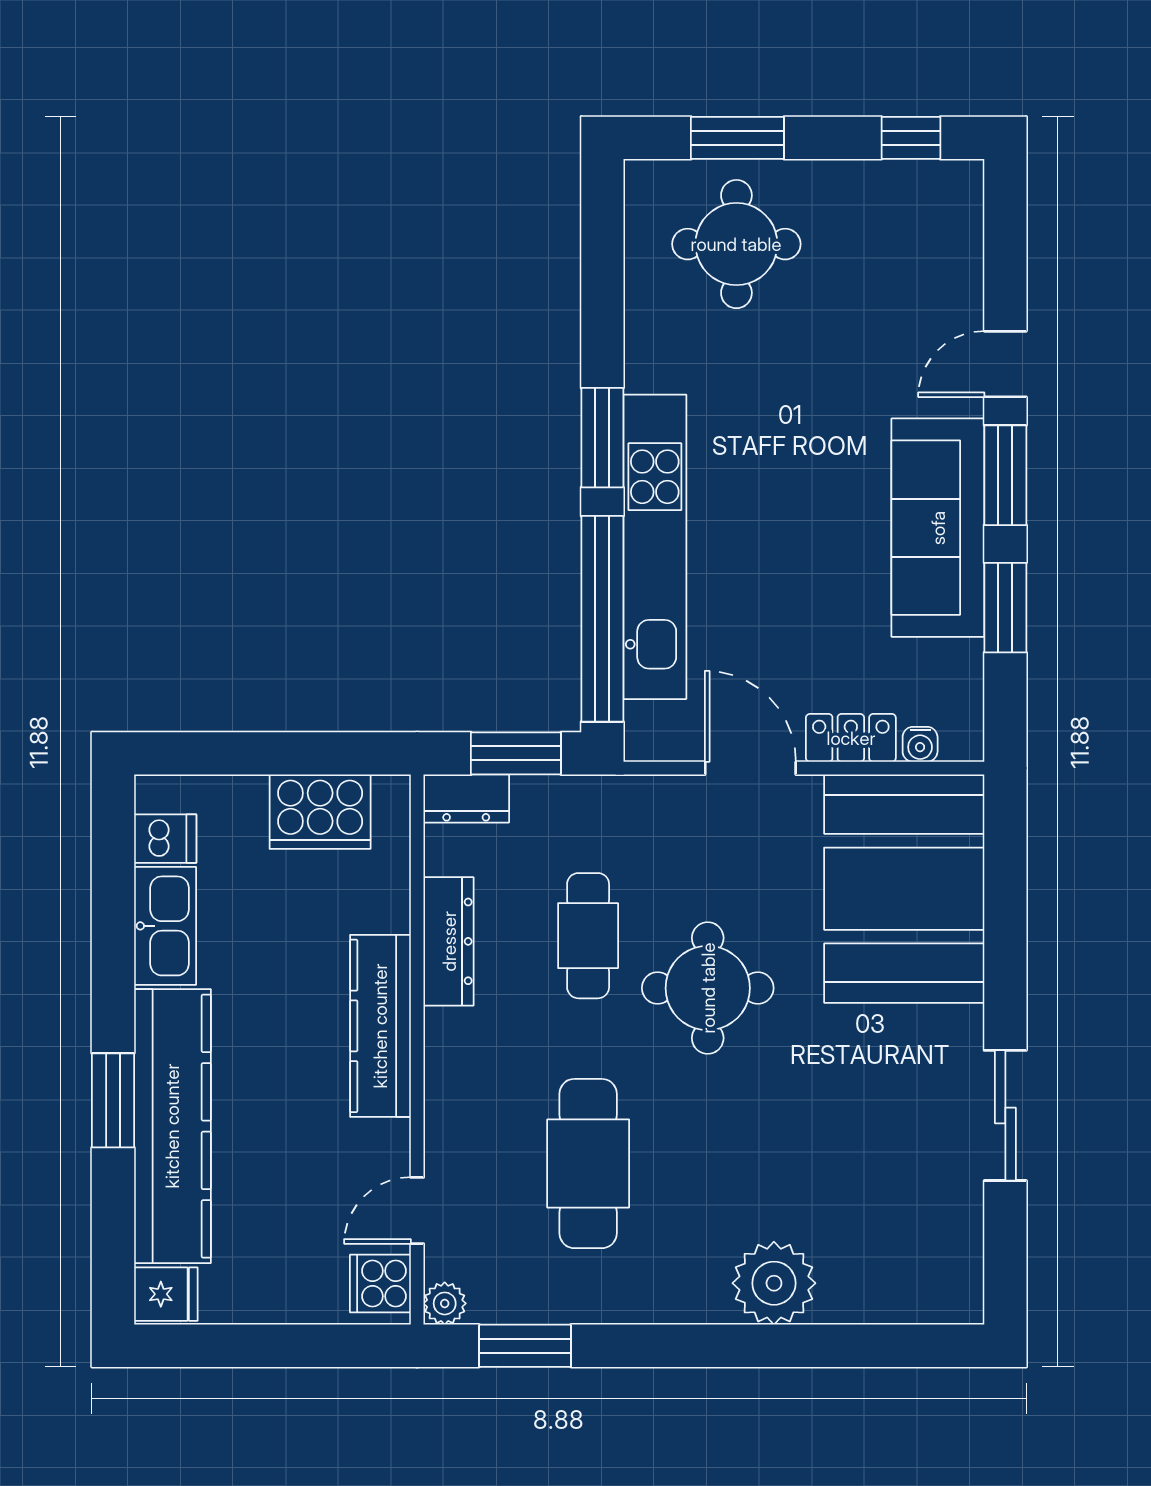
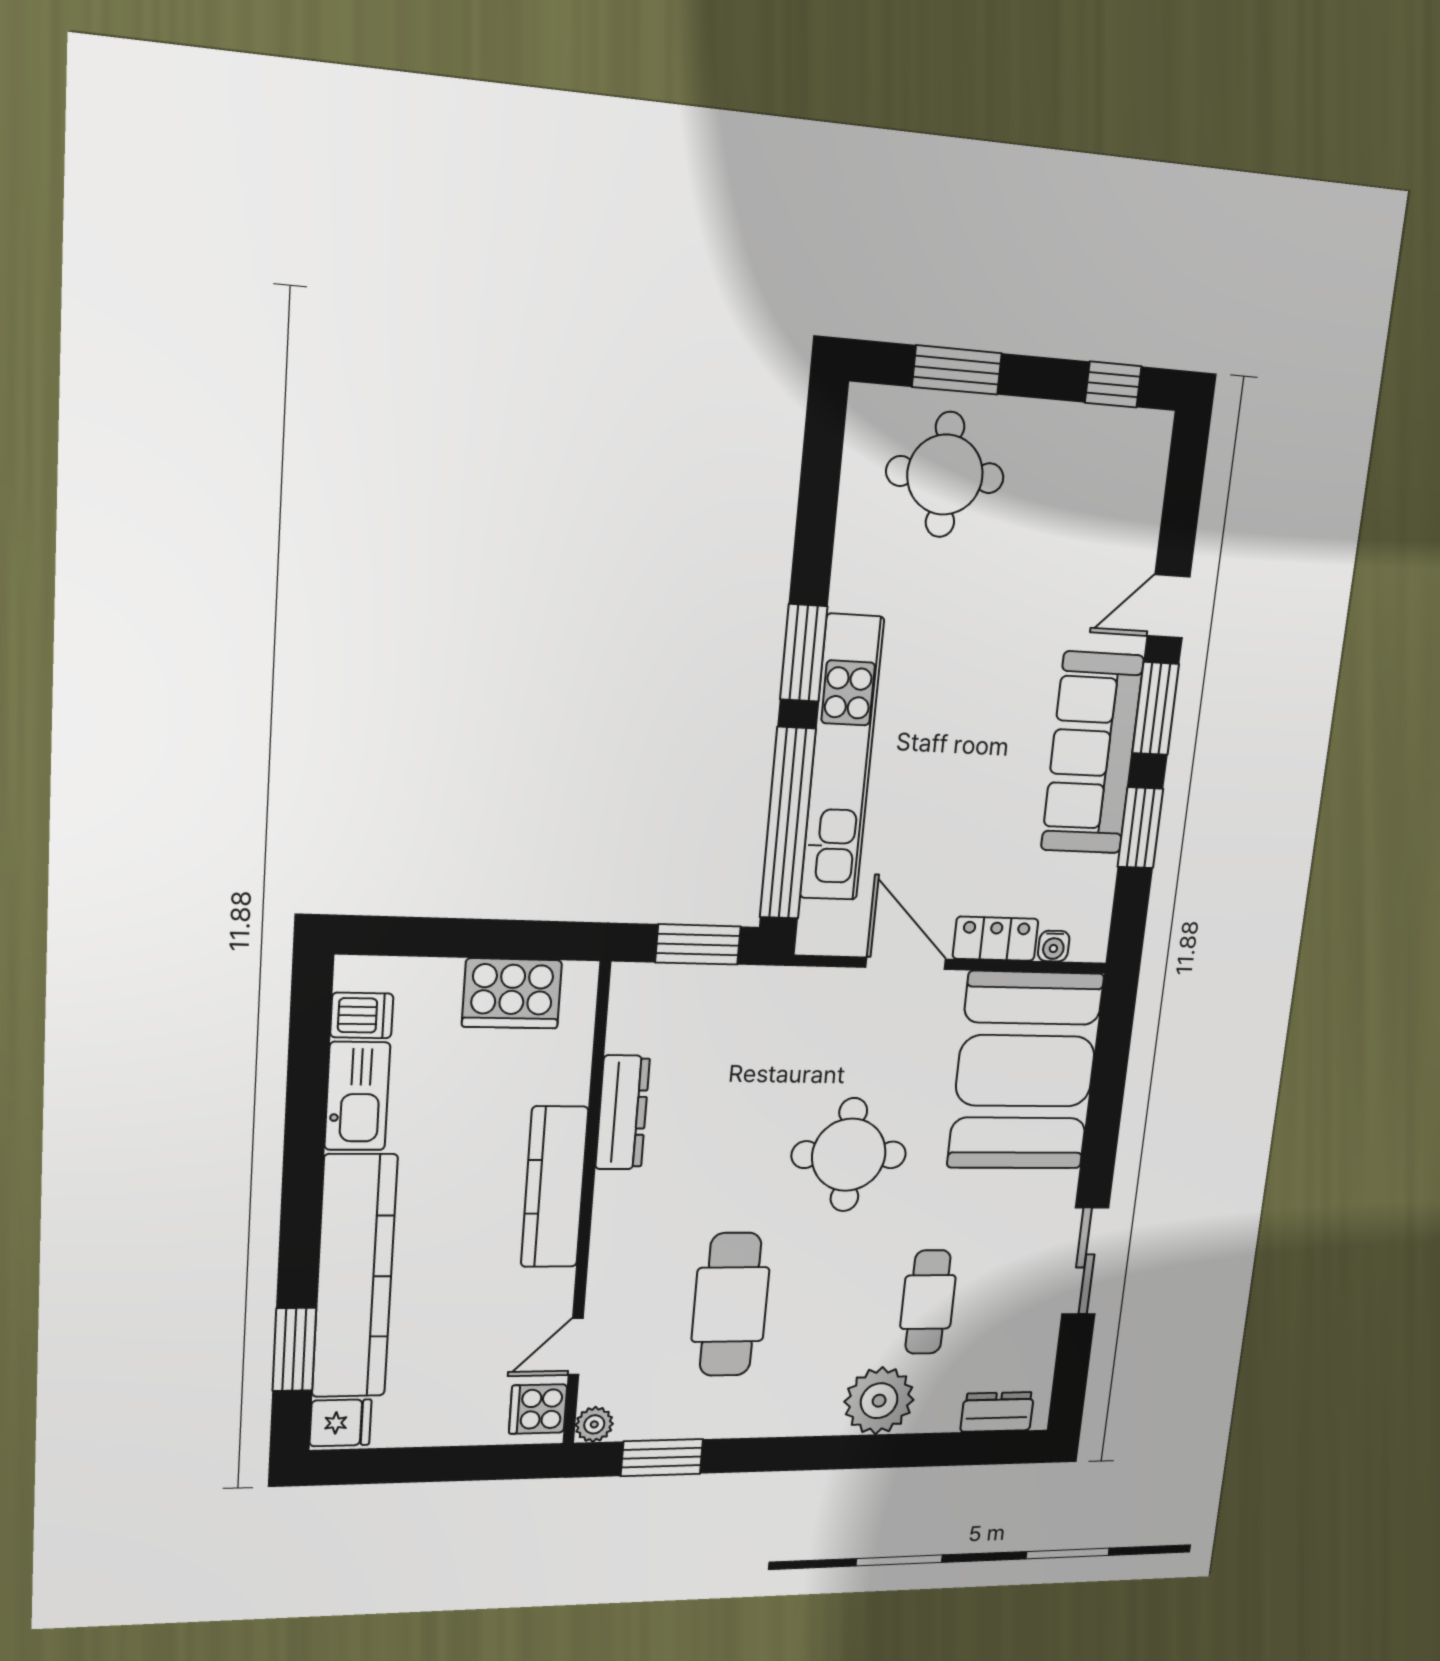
dresser: (466, 799) -> (997, 1412), moved, turned 180
cafe table: (588, 936) -> (928, 1302), moved
window: (113, 1100) -> (294, 1350), moved

